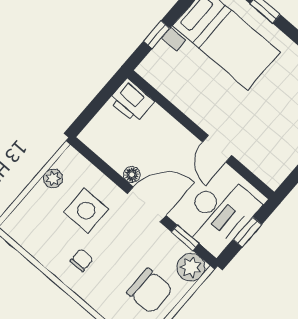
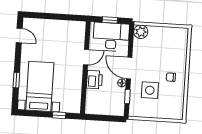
printer: (131, 101) -> (94, 80), moved
plant: (53, 178) -> (147, 113), removed
window: (185, 238) -> (127, 96), moved
chair: (150, 291) -> (162, 41), removed

